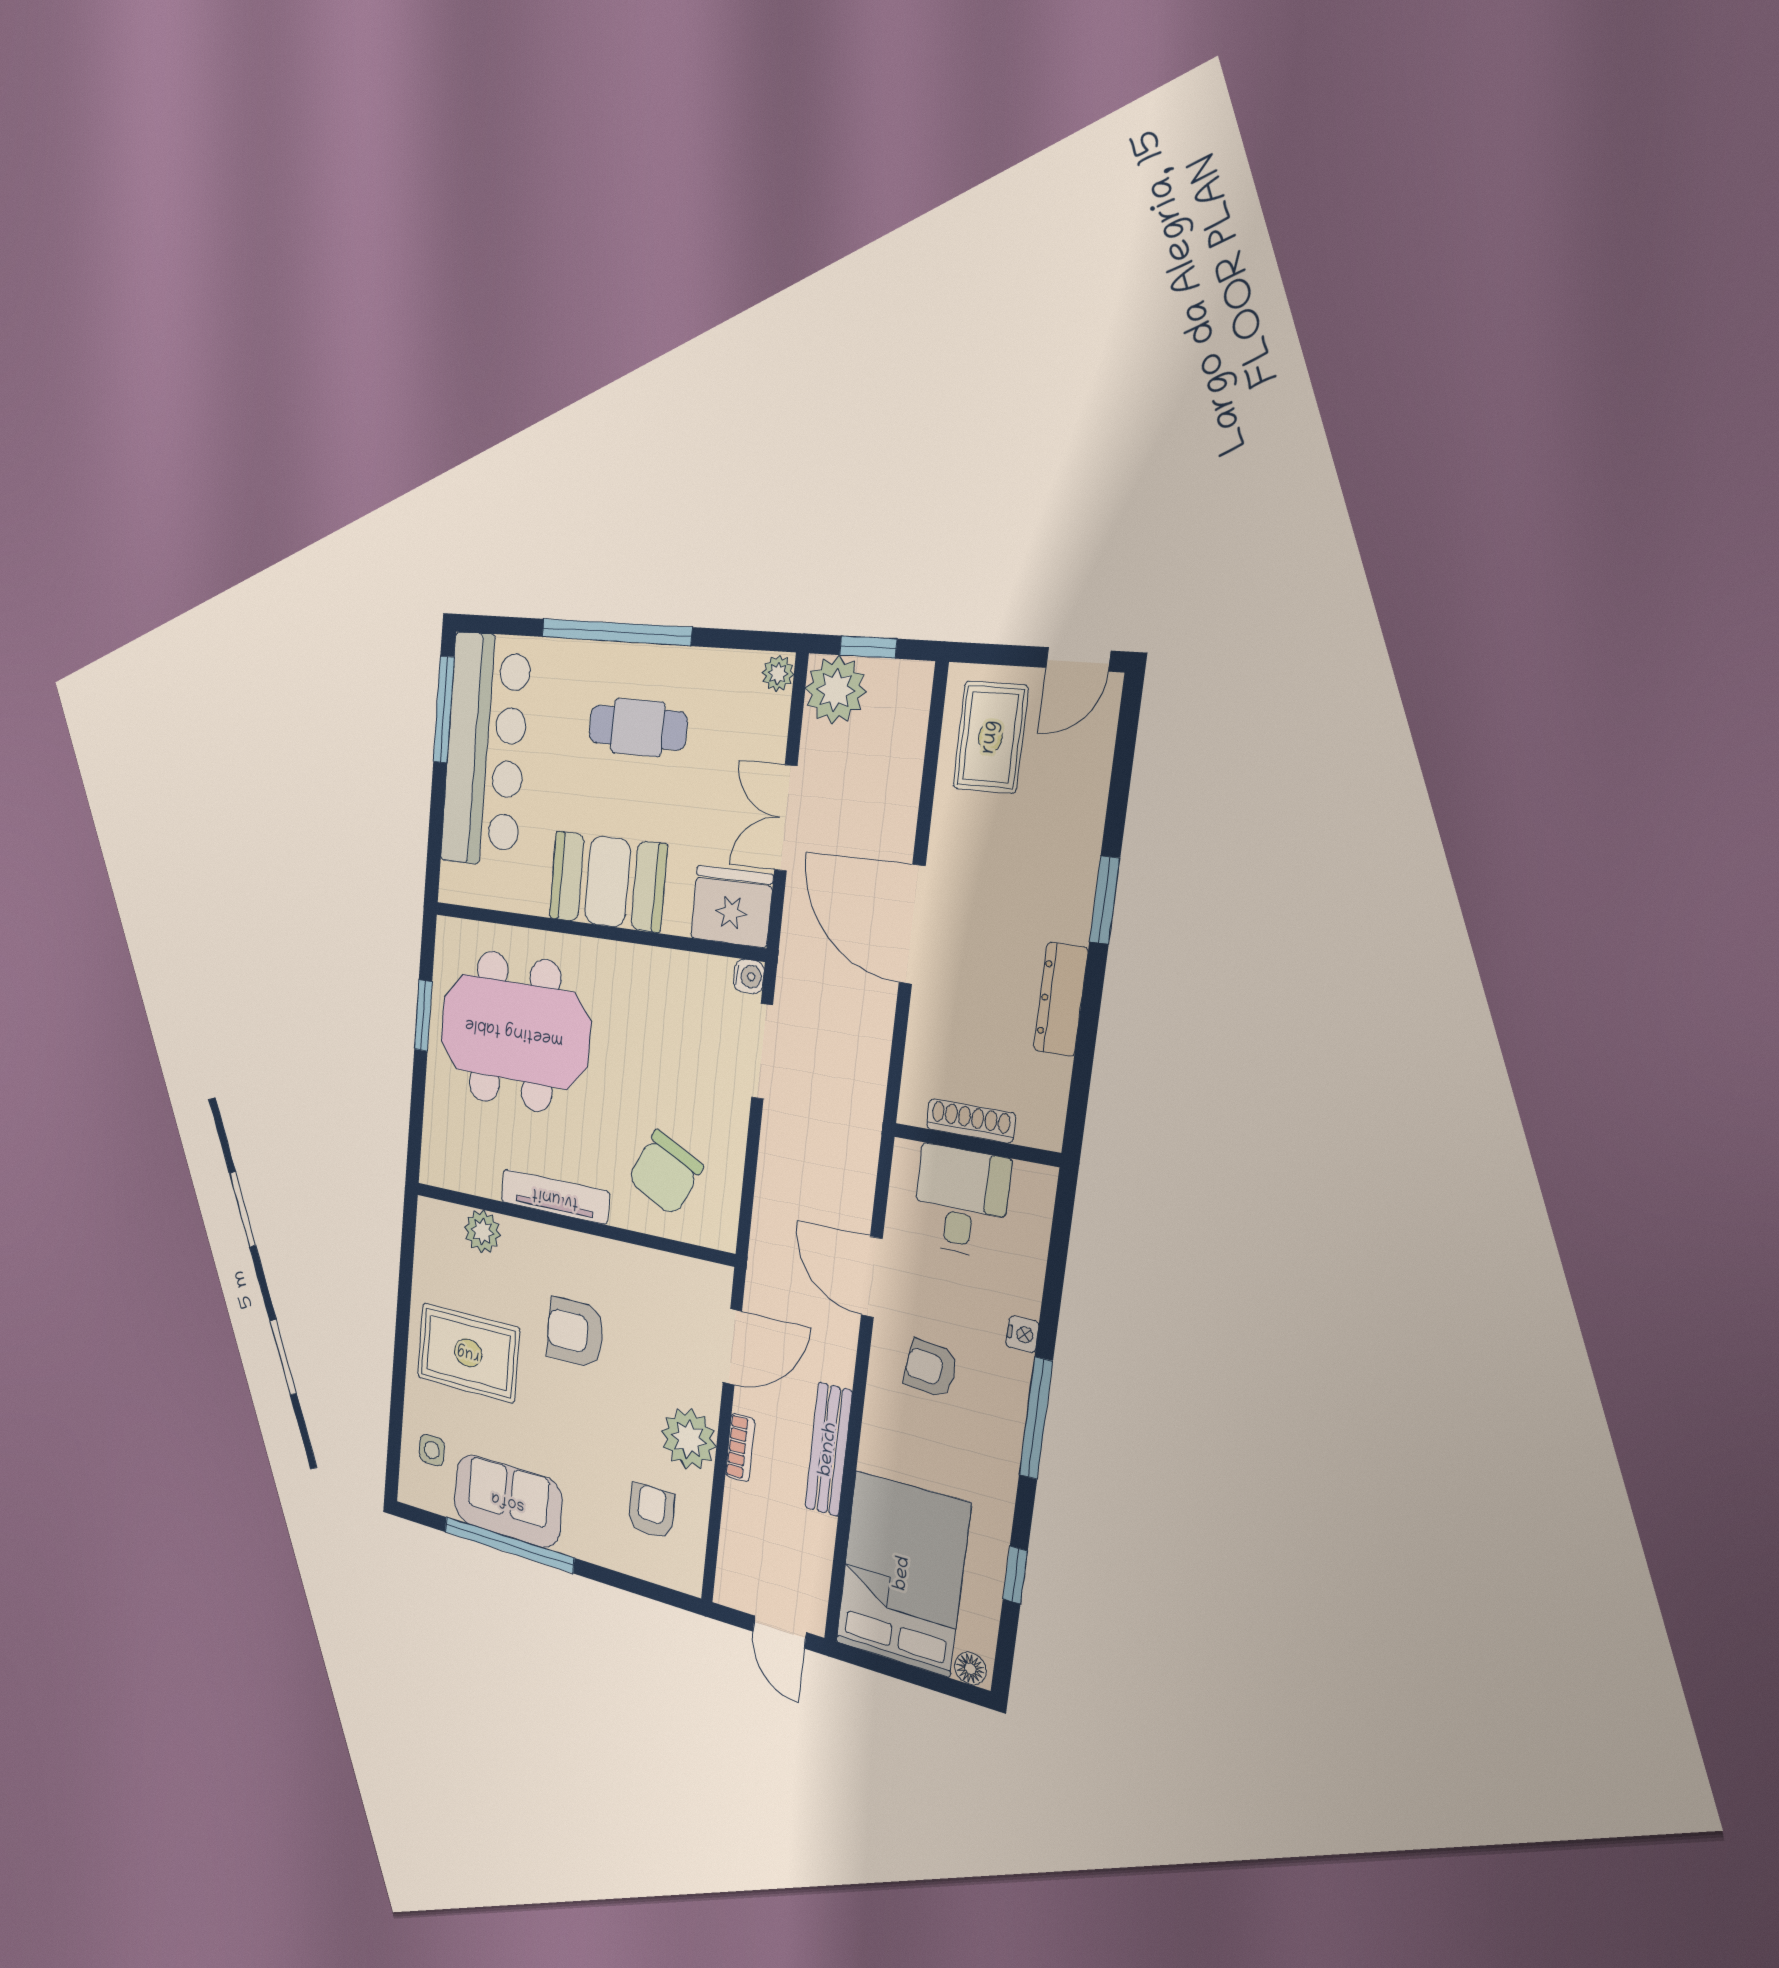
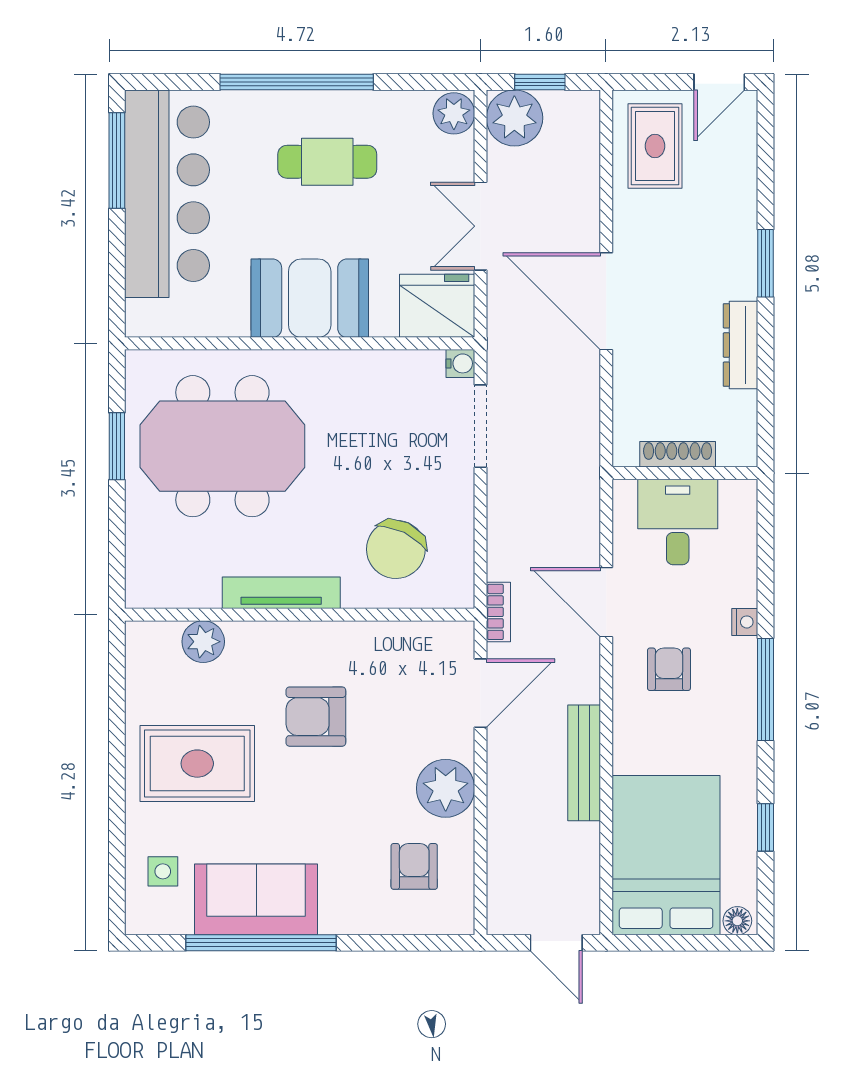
plant: (778, 673) -> (454, 113), width x1.38, depth x1.38
armchair: (931, 1369) -> (669, 669), turned 83
bookcase: (740, 1447) -> (498, 612), moved

